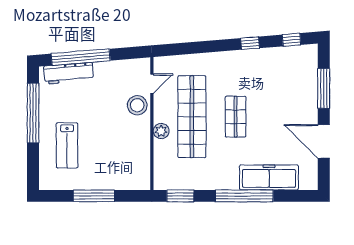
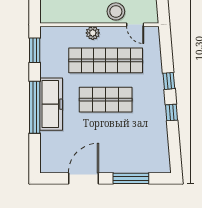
window: (291, 40) -> (169, 81), moved
shop shelf: (236, 117) -> (106, 100), width x1.43, depth x1.36
freezer: (269, 177) -> (51, 104), moved

